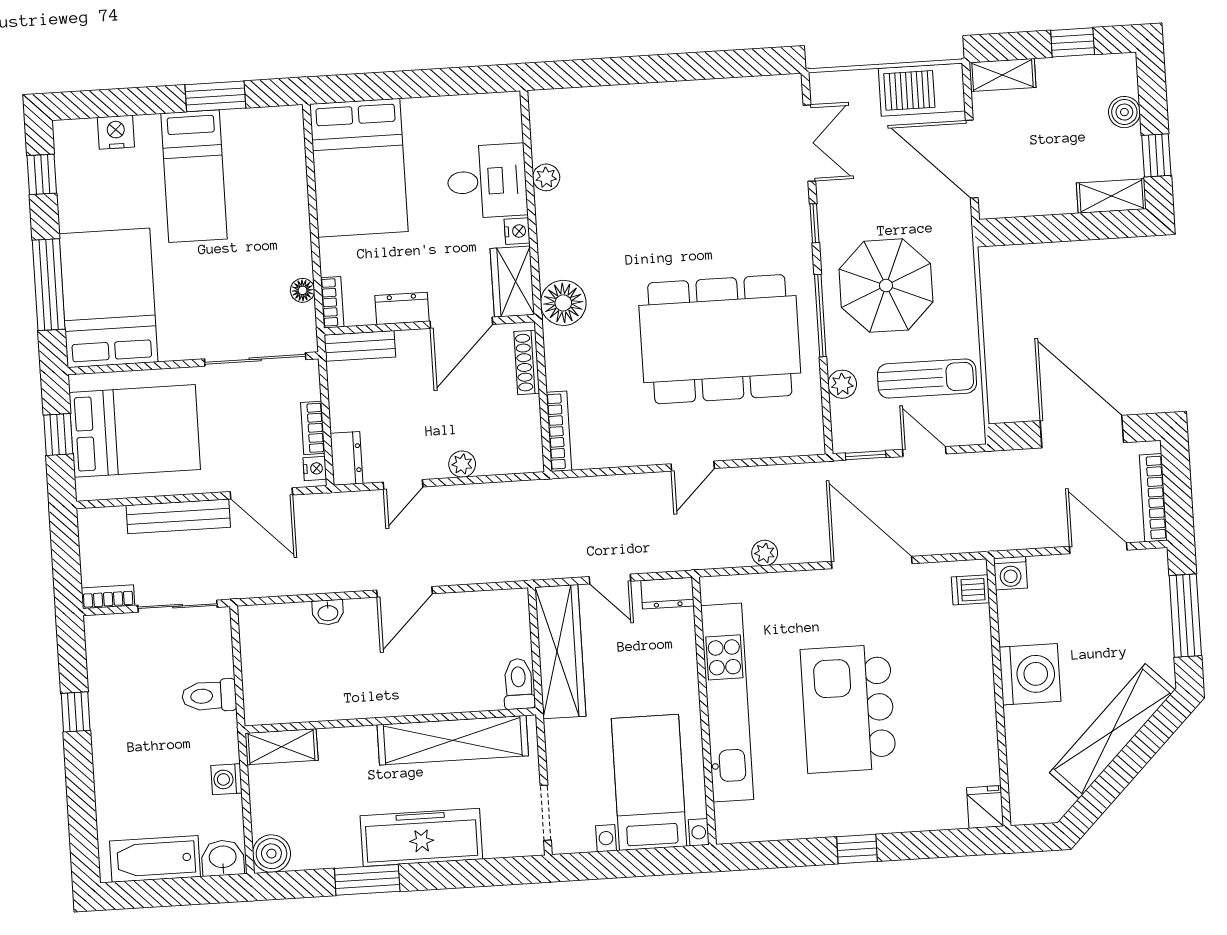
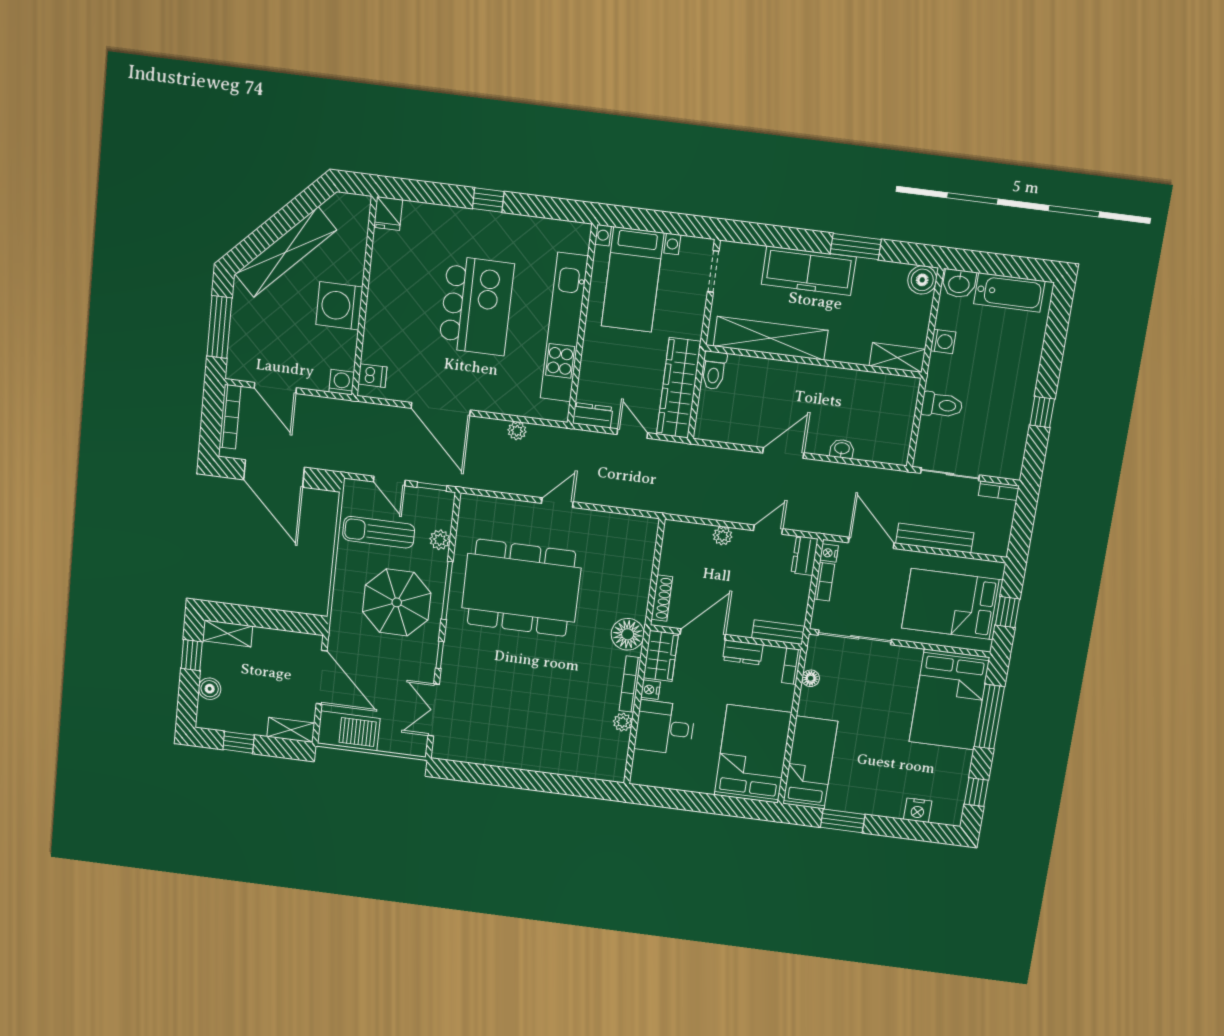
bed: (194, 176) -> (810, 763), moved
bookcase: (559, 431) -> (630, 684), moved

